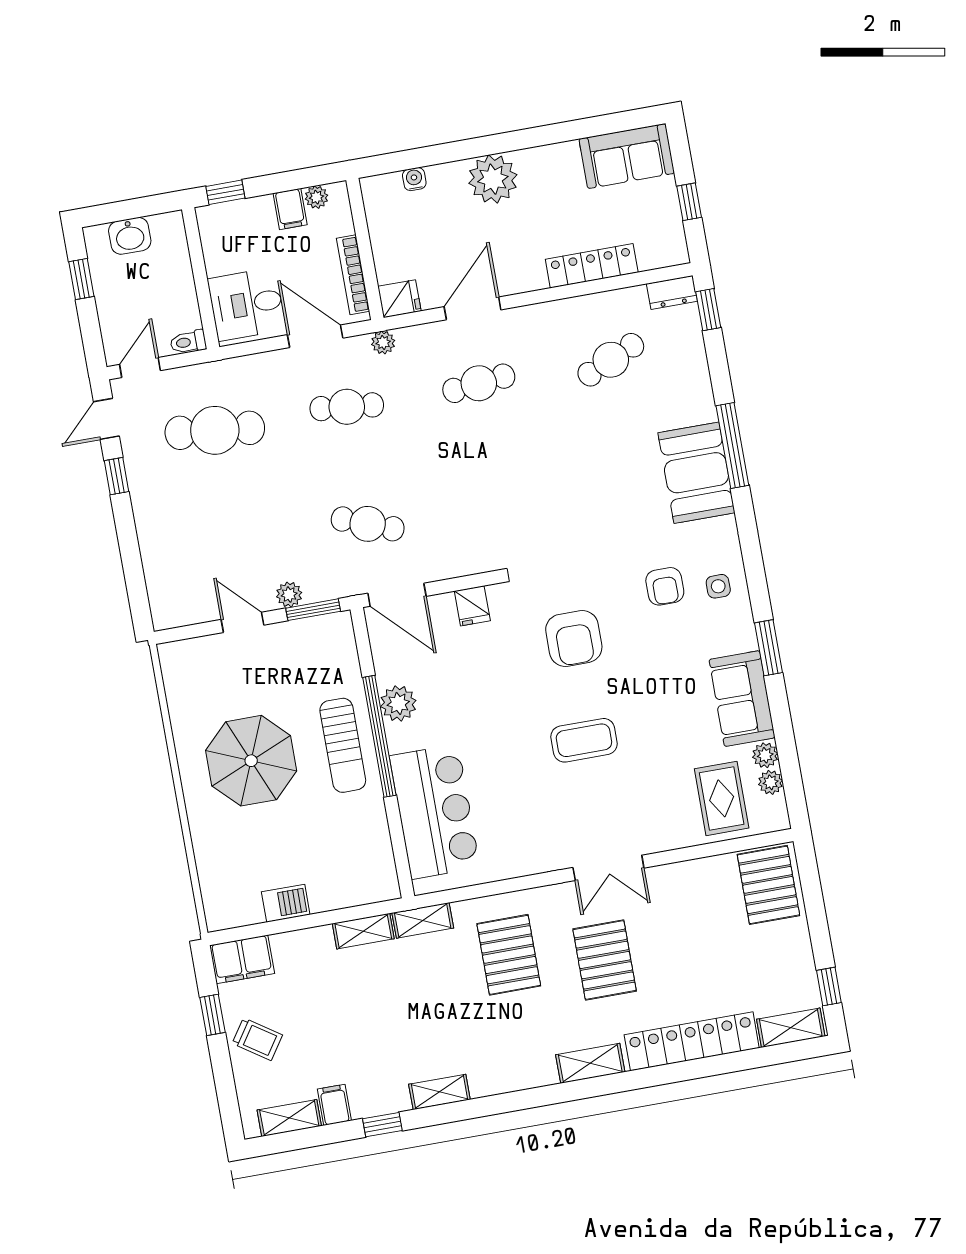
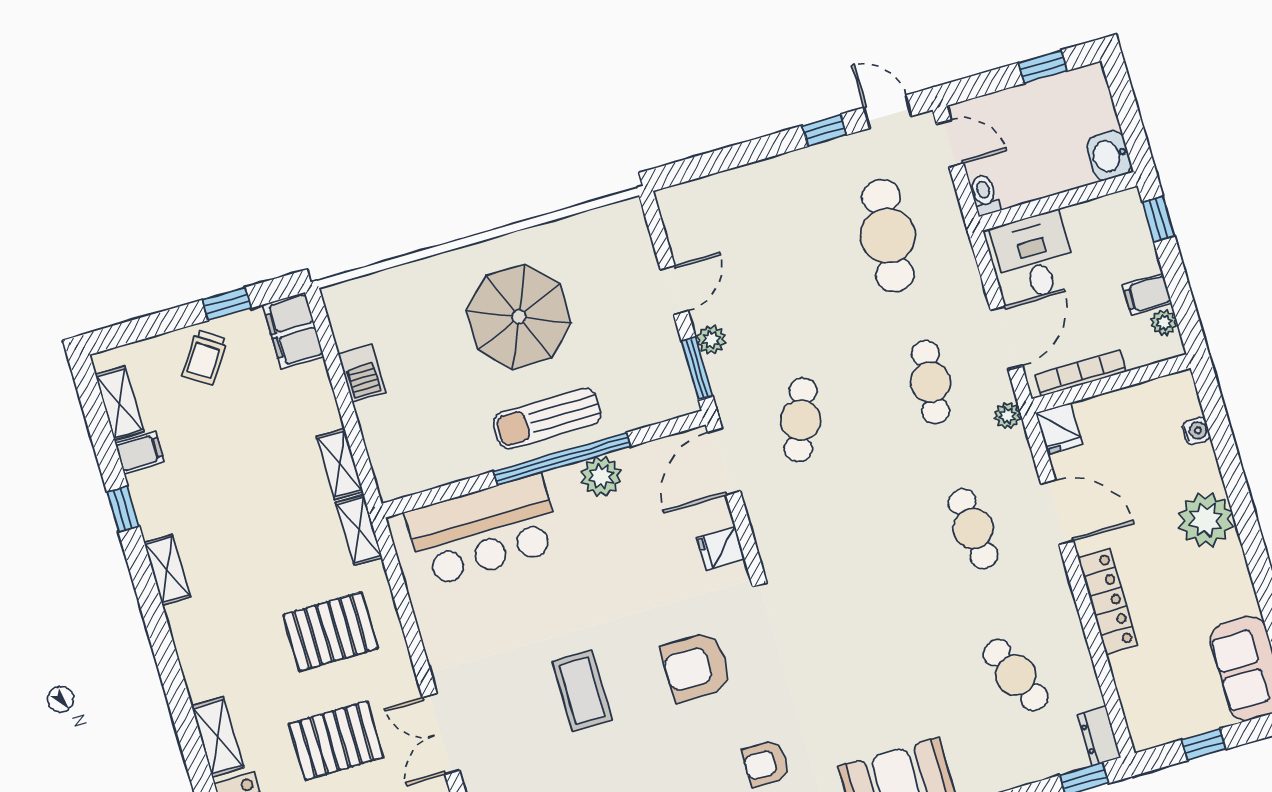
washbasin: (130, 236) -> (1109, 156), moved
locker: (592, 266) -> (1108, 601), moved

